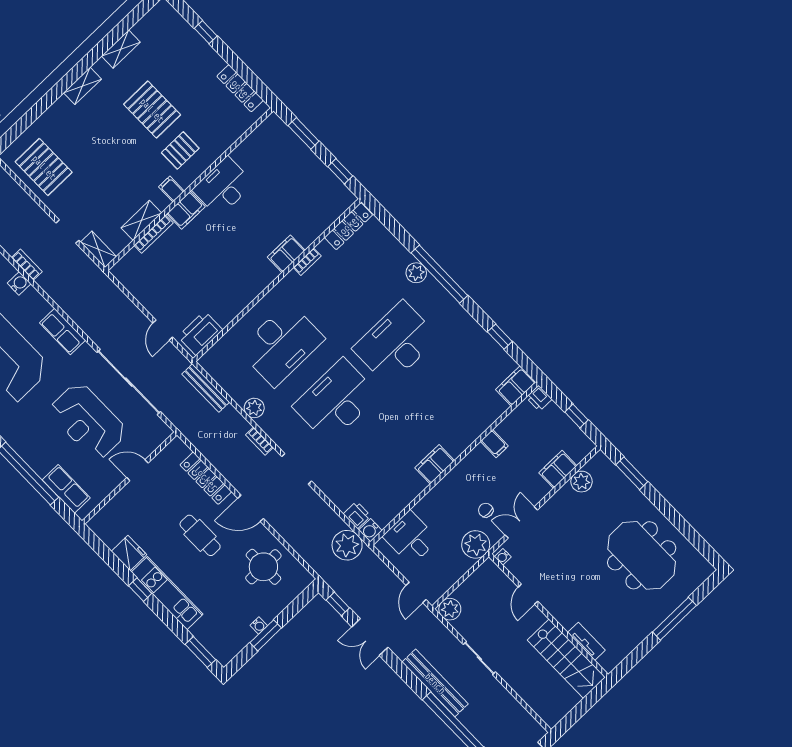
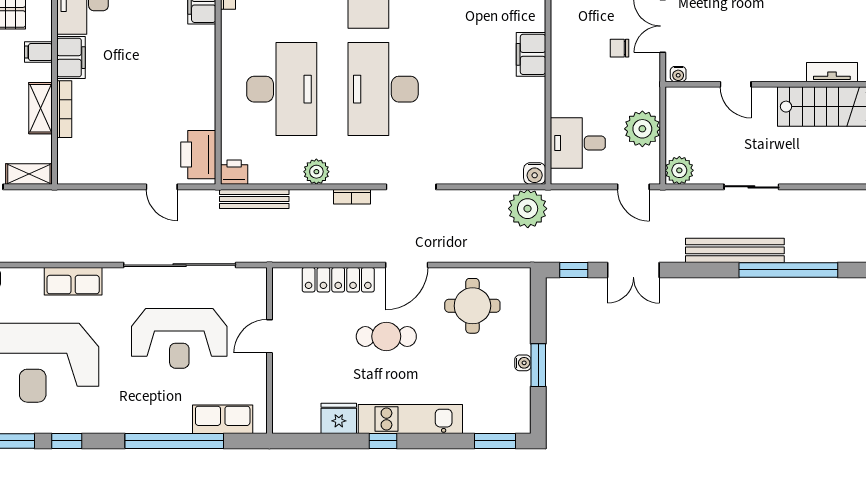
printer: (357, 515) -> (234, 172), moved
plant: (476, 544) -> (642, 129), moved

